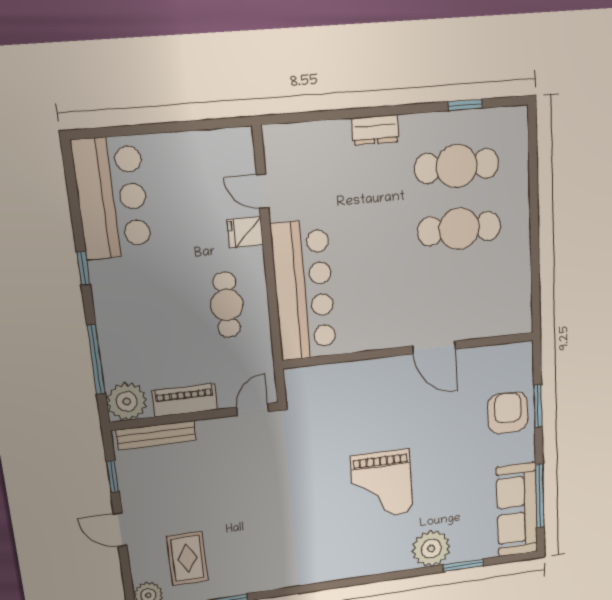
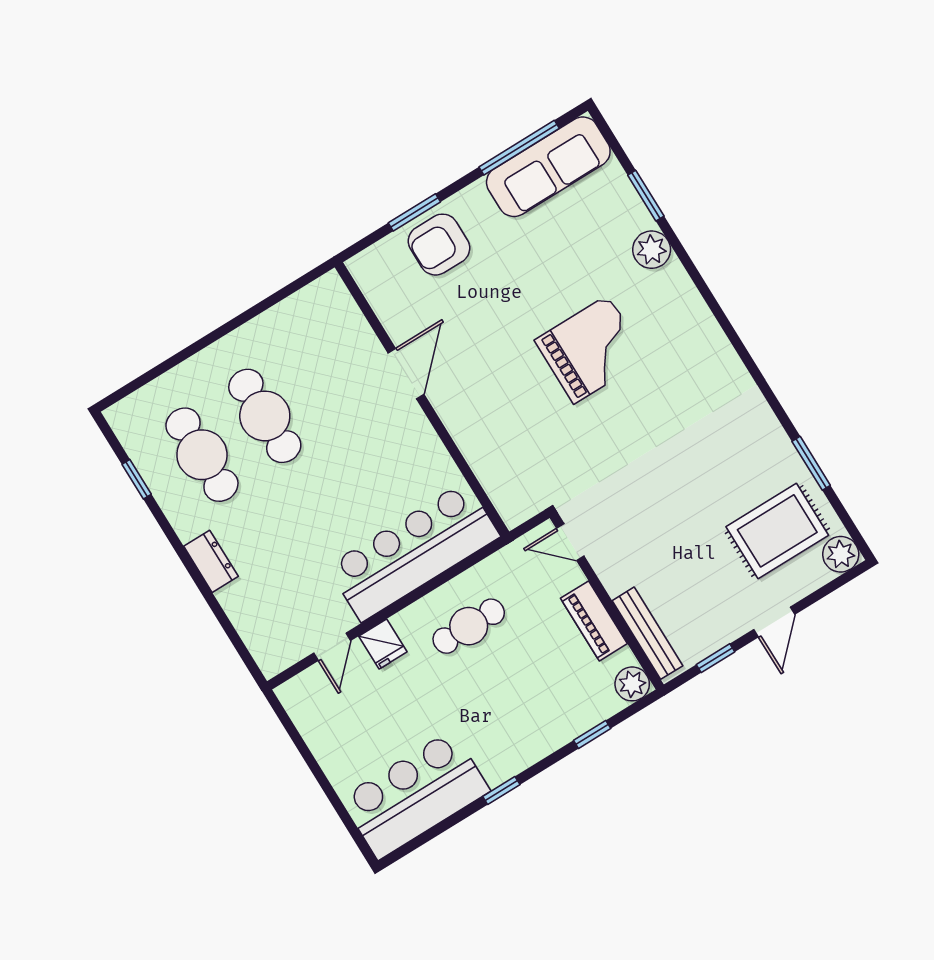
window: (96, 359) -> (592, 734), width x0.46
plant: (127, 401) -> (632, 684), width x0.73, depth x0.73
plant: (431, 549) -> (652, 250), width x0.73, depth x0.73
rug: (187, 559) -> (777, 531), width x1.36, depth x1.43

